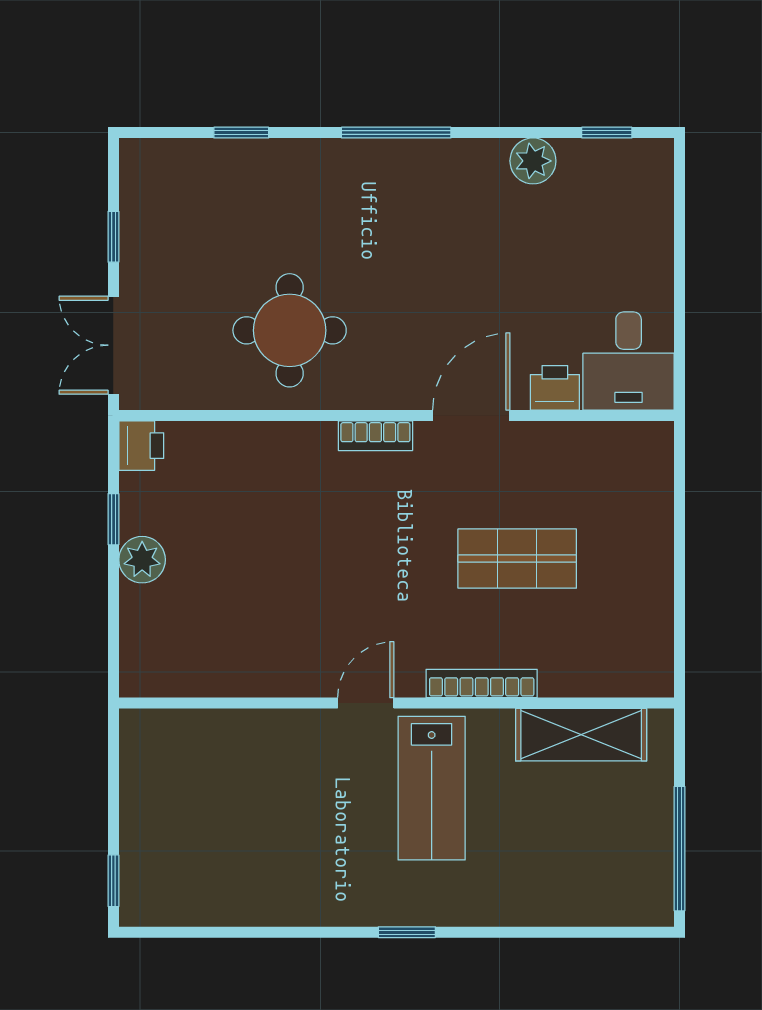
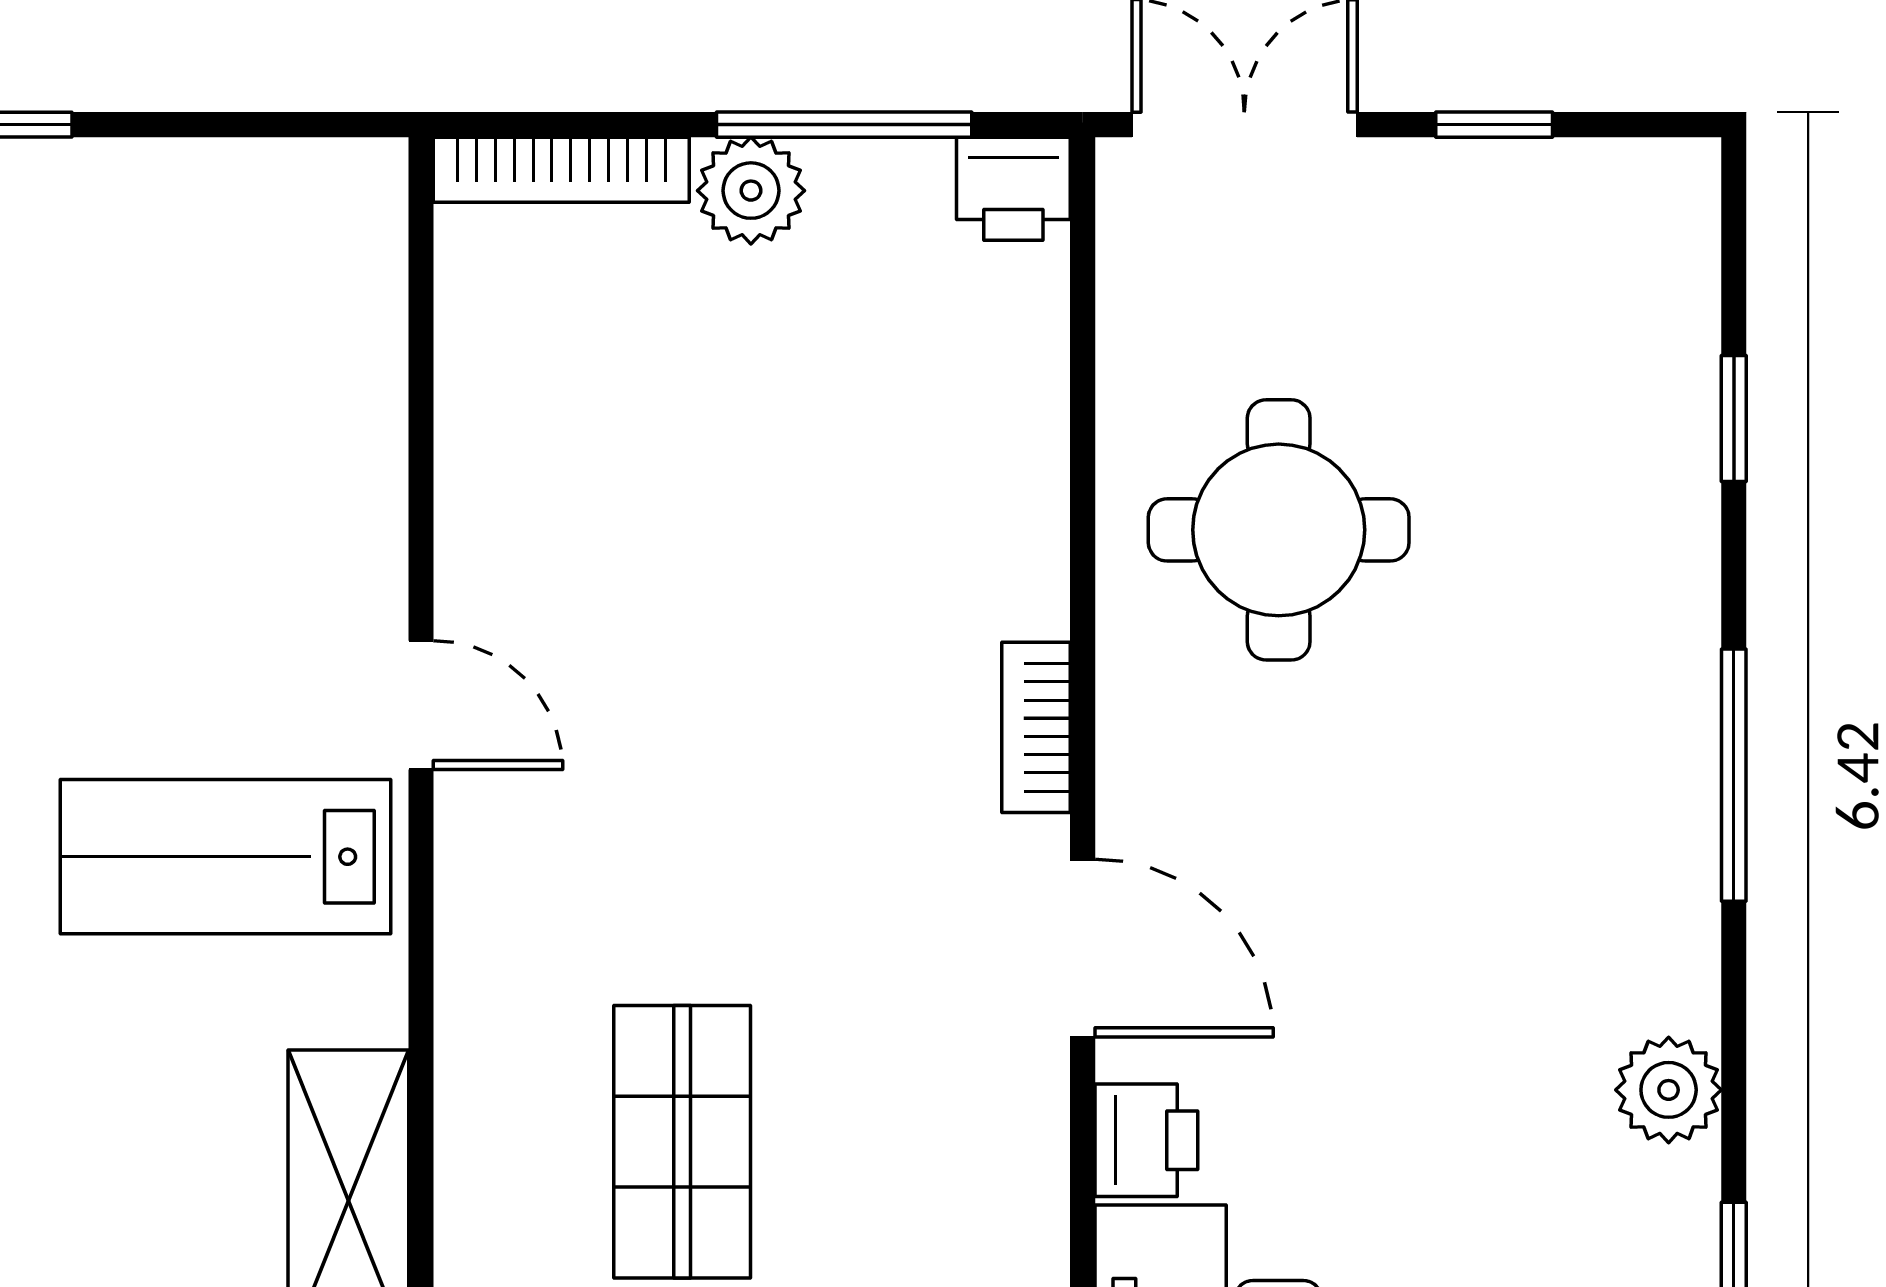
window: (113, 519) -> (844, 125), width x2.17
shop shelf: (517, 559) -> (682, 1142), moved
bookcase: (482, 683) -> (561, 170), moved, turned 90

